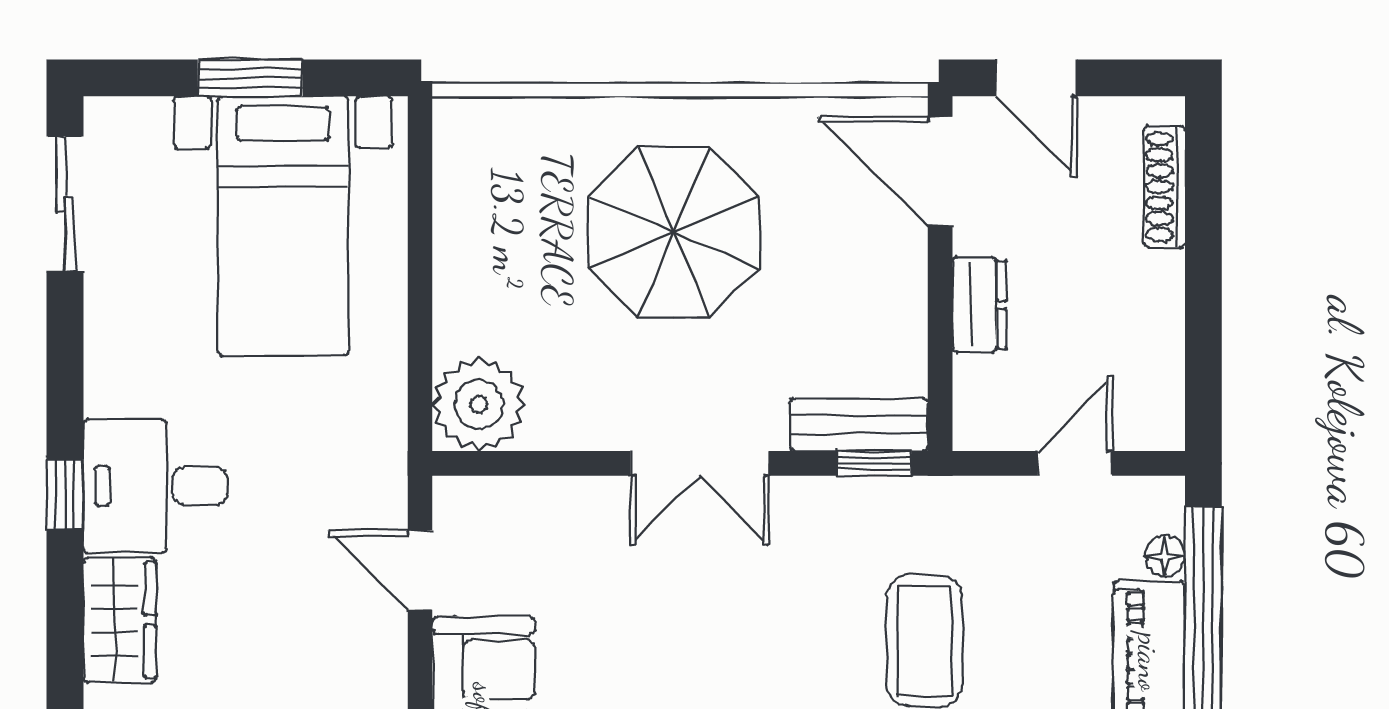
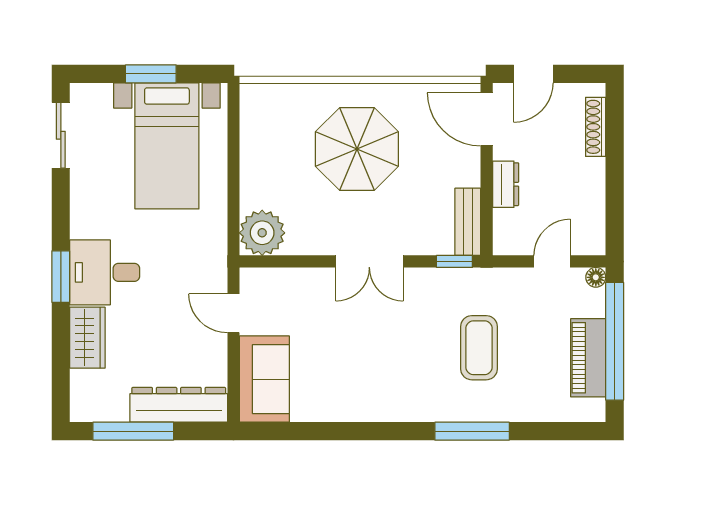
door: (1037, 78) -> (533, 74), hinge flipped
bench: (859, 425) -> (468, 222), moved, turned 90
window: (65, 495) -> (61, 277), width x1.50
floor lamp: (1165, 556) -> (596, 277), moved

